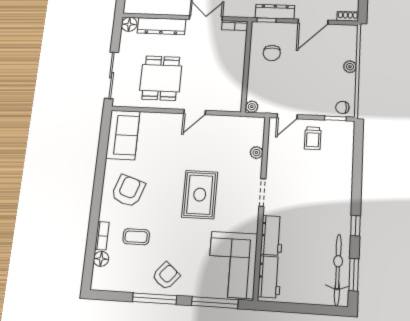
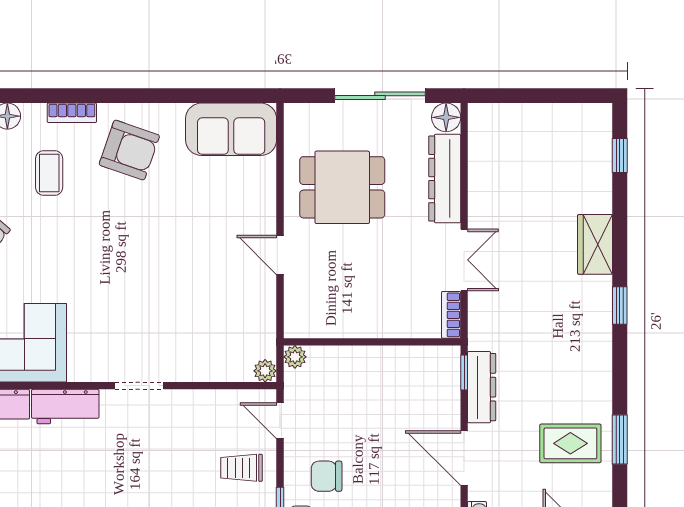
chair: (272, 53) -> (327, 476), moved
sliding door: (112, 75) -> (380, 96), moved
plant: (256, 153) -> (265, 371), moved
rug: (200, 195) -> (130, 277), removed
bookcase: (102, 236) -> (72, 113), moved

